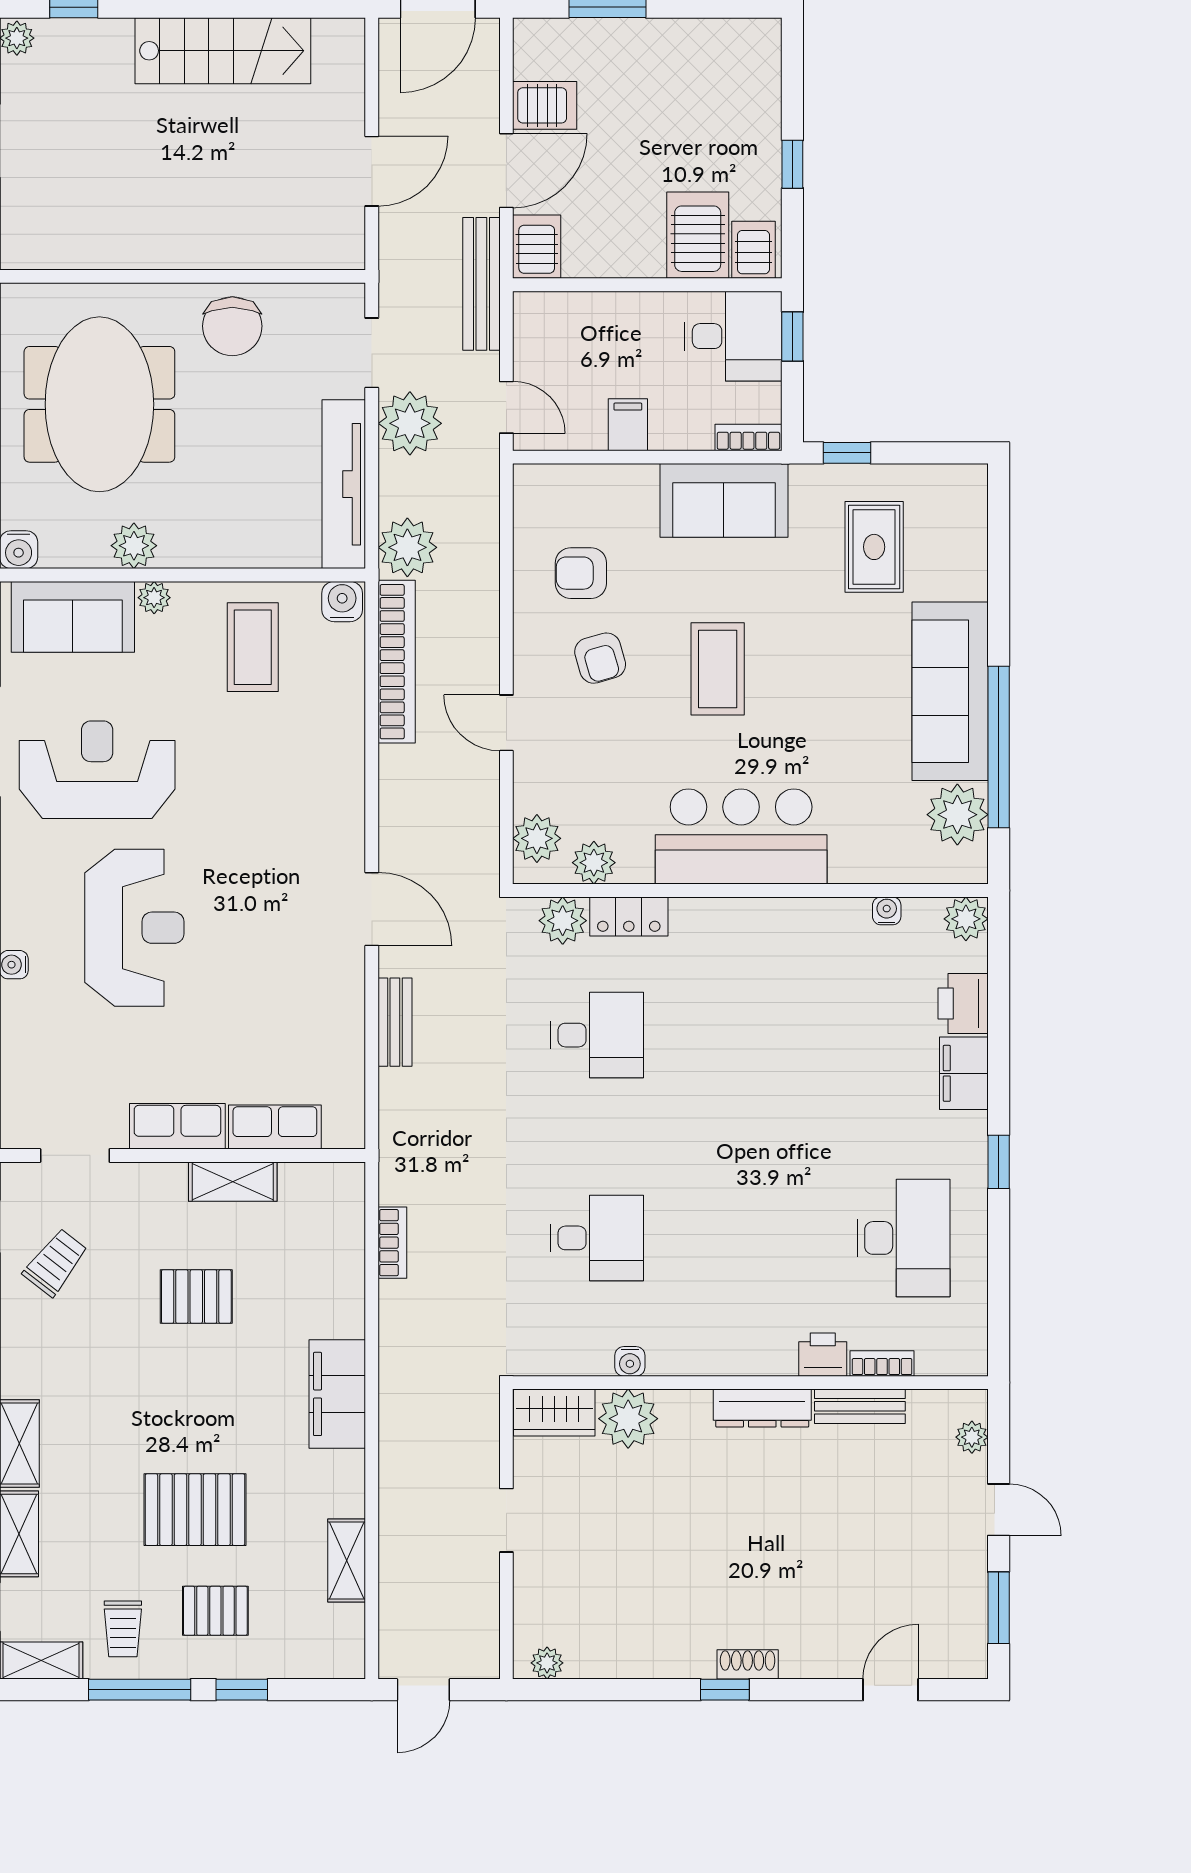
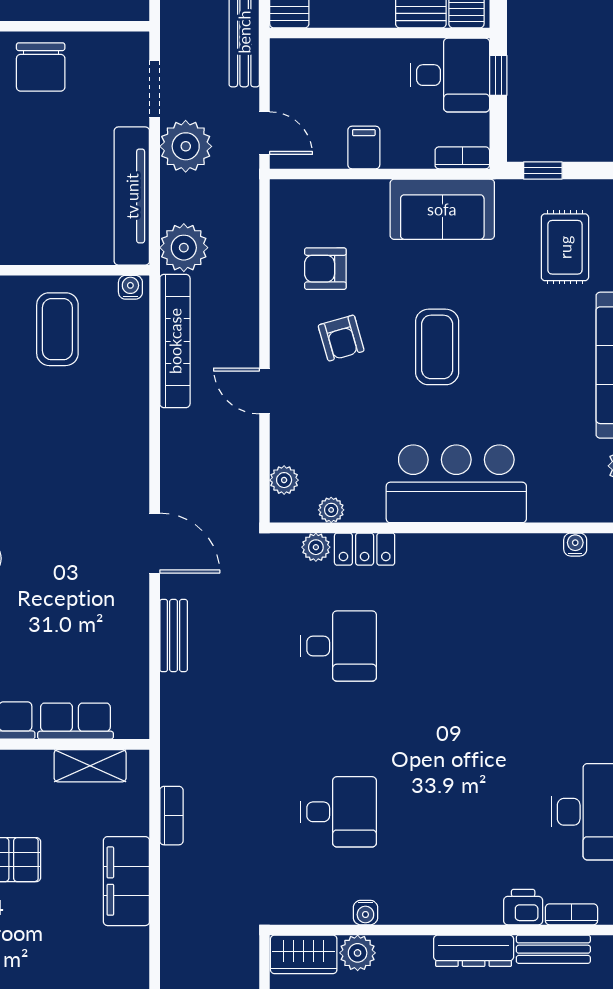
water cooler: (342, 602) -> (130, 287), width x0.72, depth x0.72
plant: (537, 838) -> (284, 480), width x0.73, depth x0.73
plant: (594, 863) -> (331, 510), width x0.73, depth x0.73
plant: (563, 921) -> (316, 547), width x0.73, depth x0.73
shelving: (233, 1182) -> (90, 766), moved
filing cabinet: (337, 1394) -> (126, 881), moved
plant: (628, 1419) -> (358, 953), width x0.73, depth x0.73

